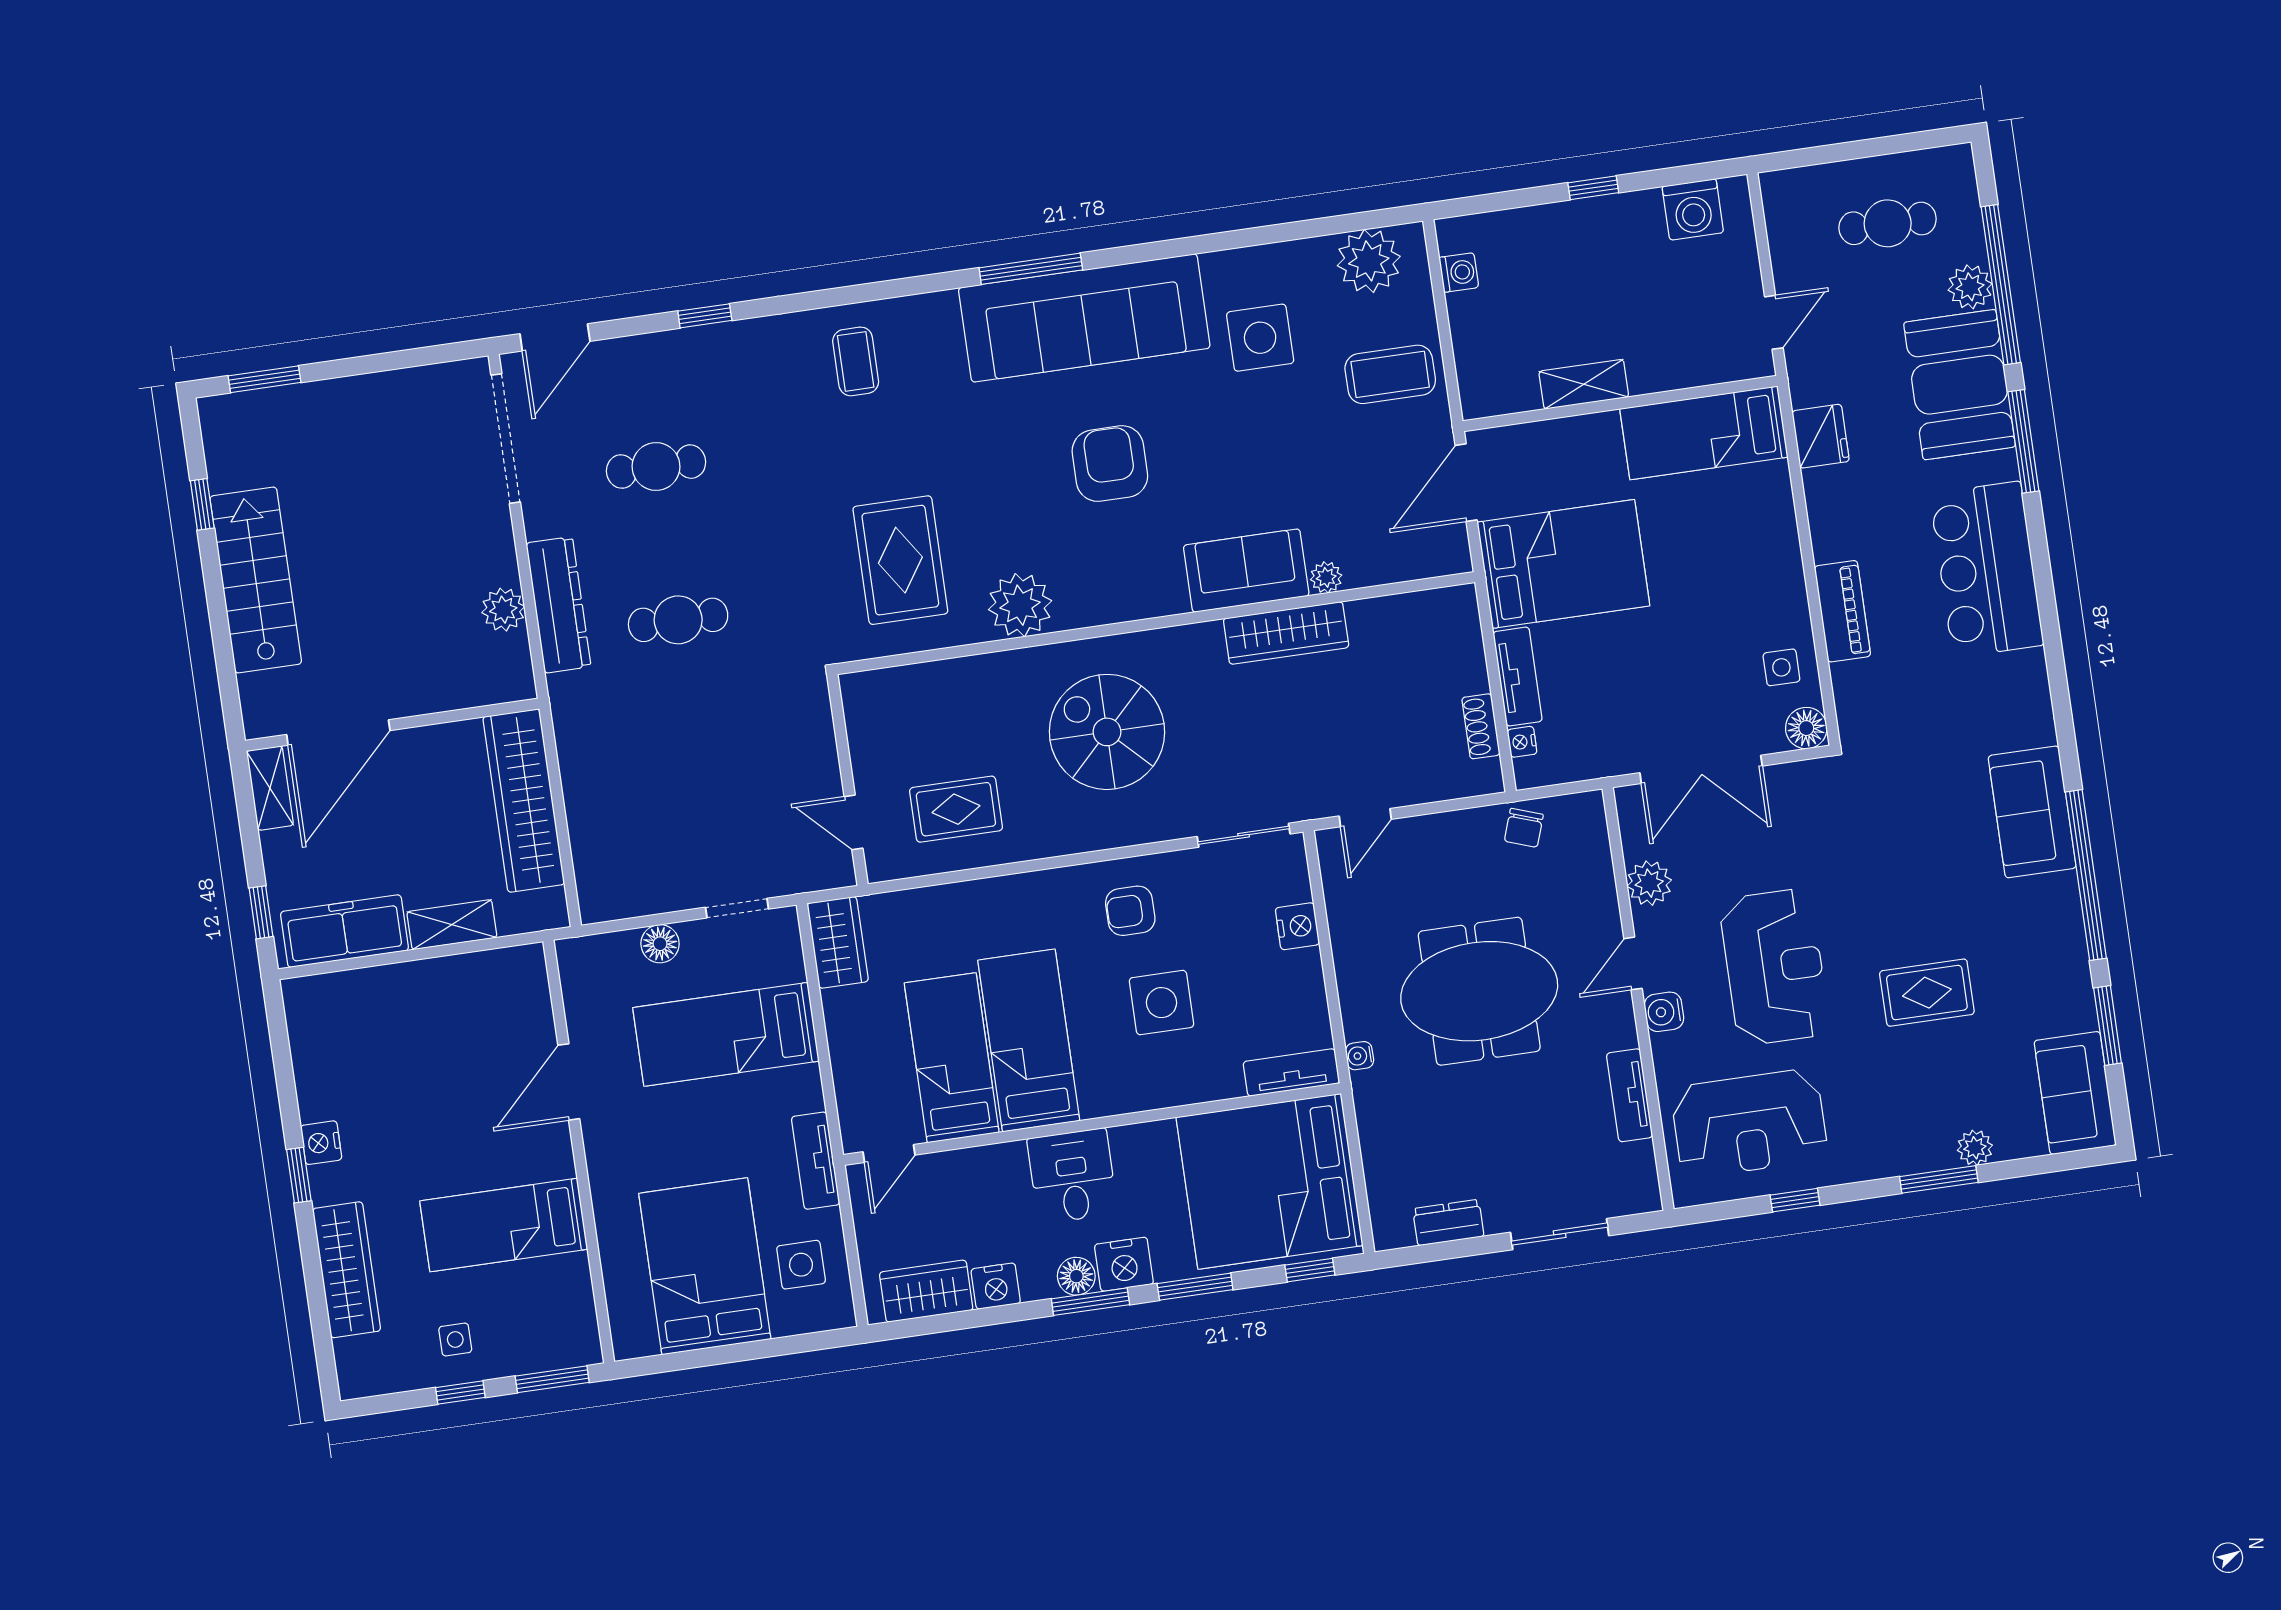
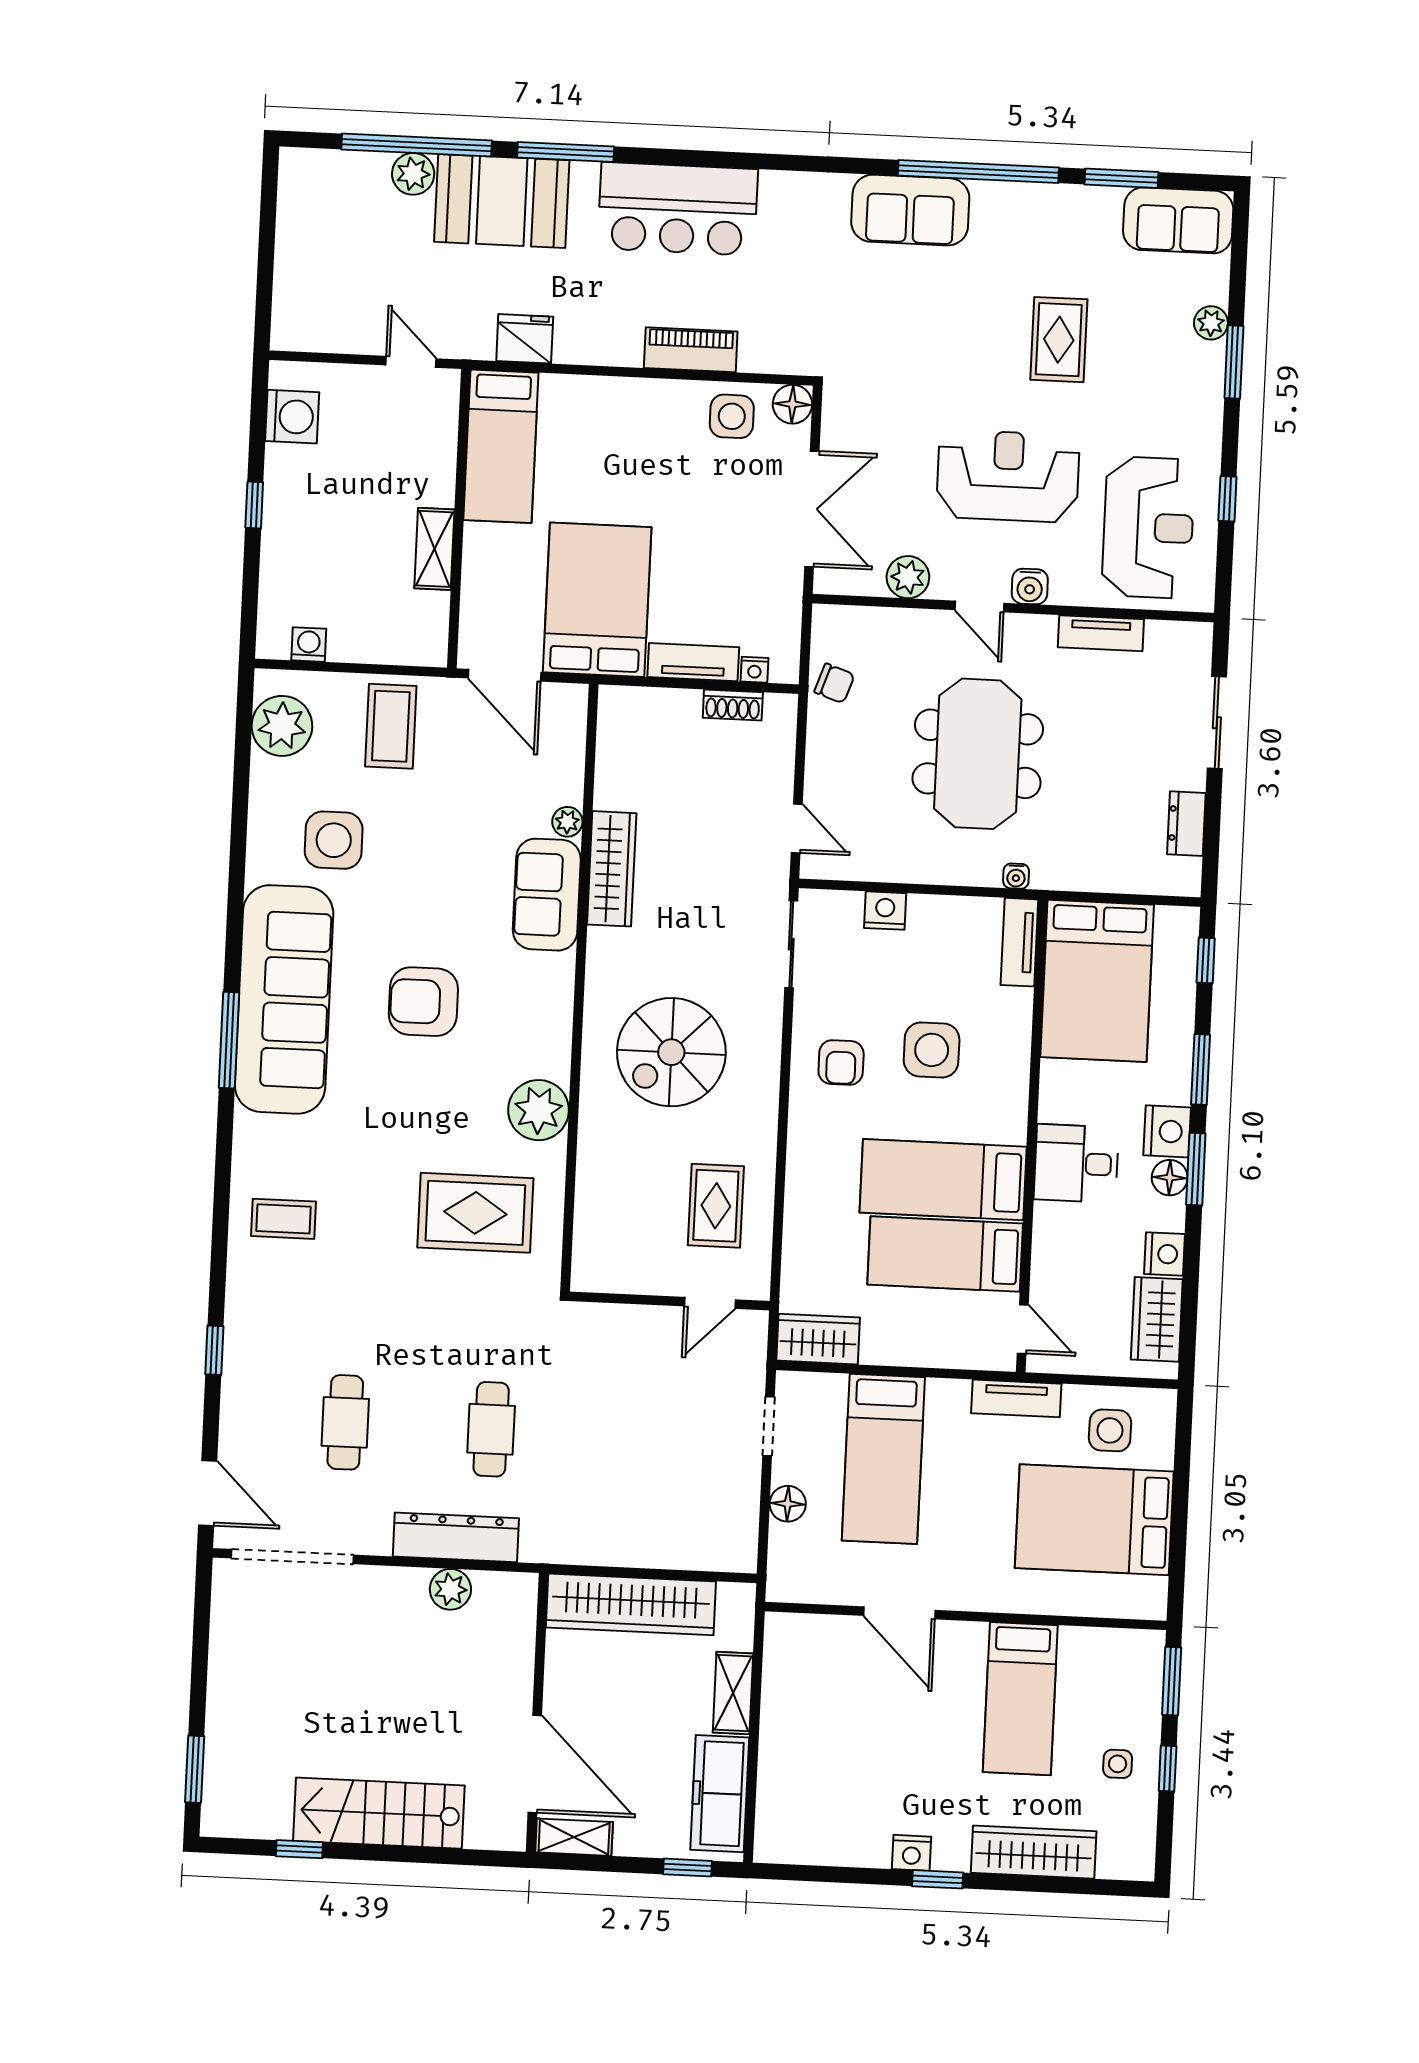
cafe table: (1888, 223) -> (340, 239), removed
side table: (1781, 667) -> (732, 416), width x1.37, depth x1.37
bed: (1270, 1181) -> (1097, 981), width x0.73

